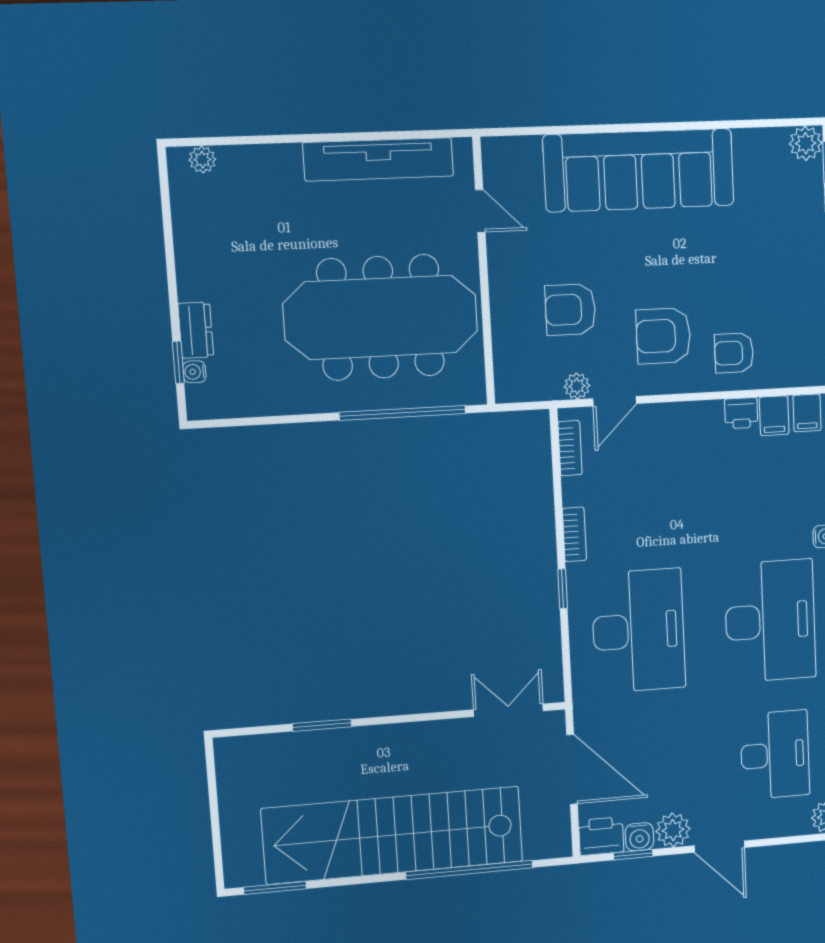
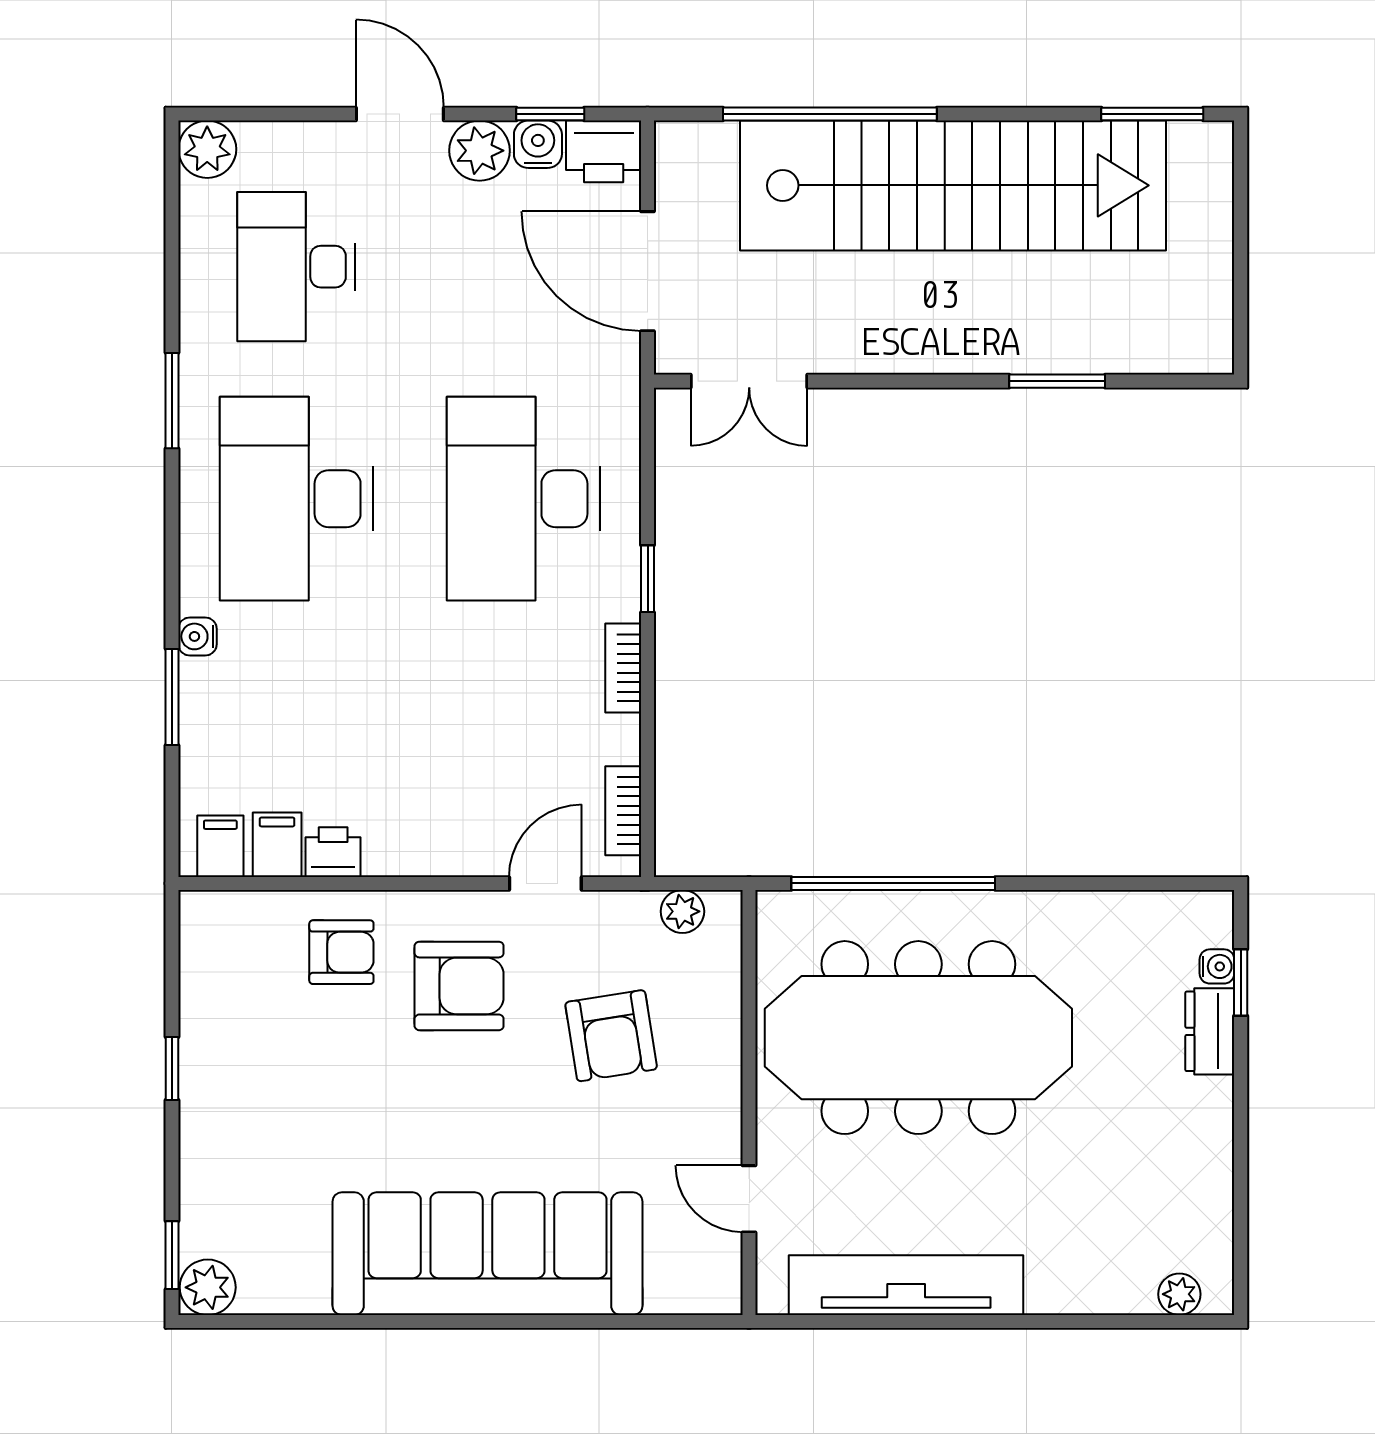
armchair: (570, 310) -> (611, 1036), turned 81
plant: (577, 386) -> (682, 911), moved

